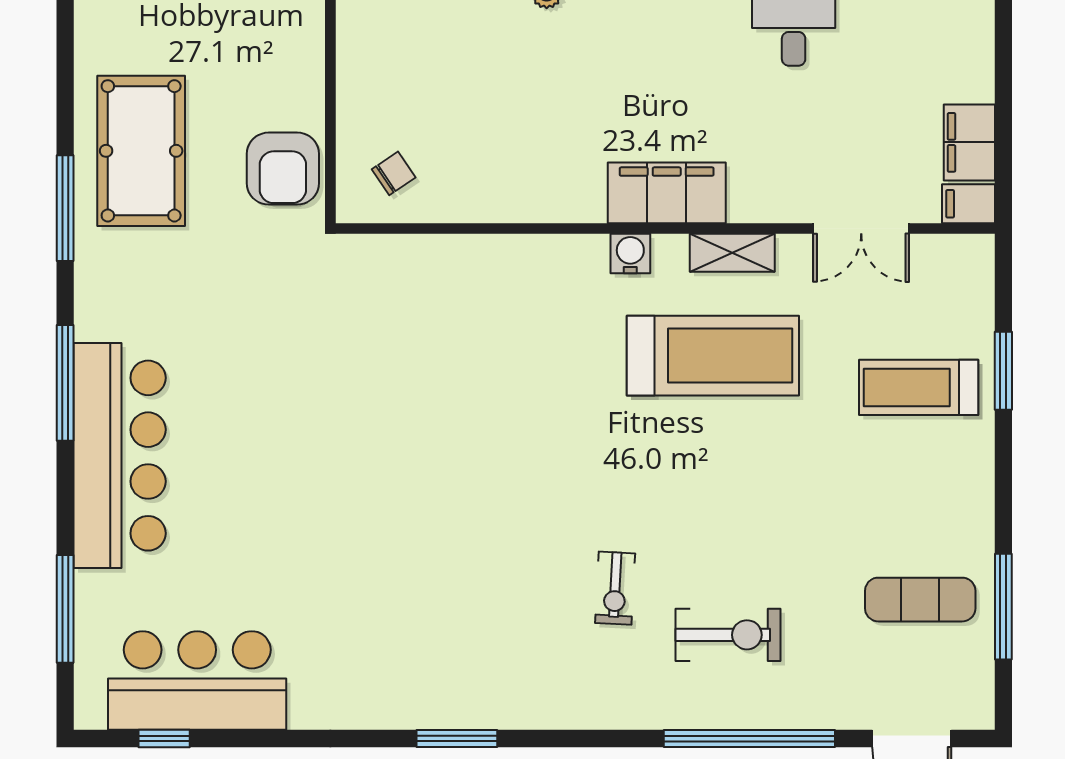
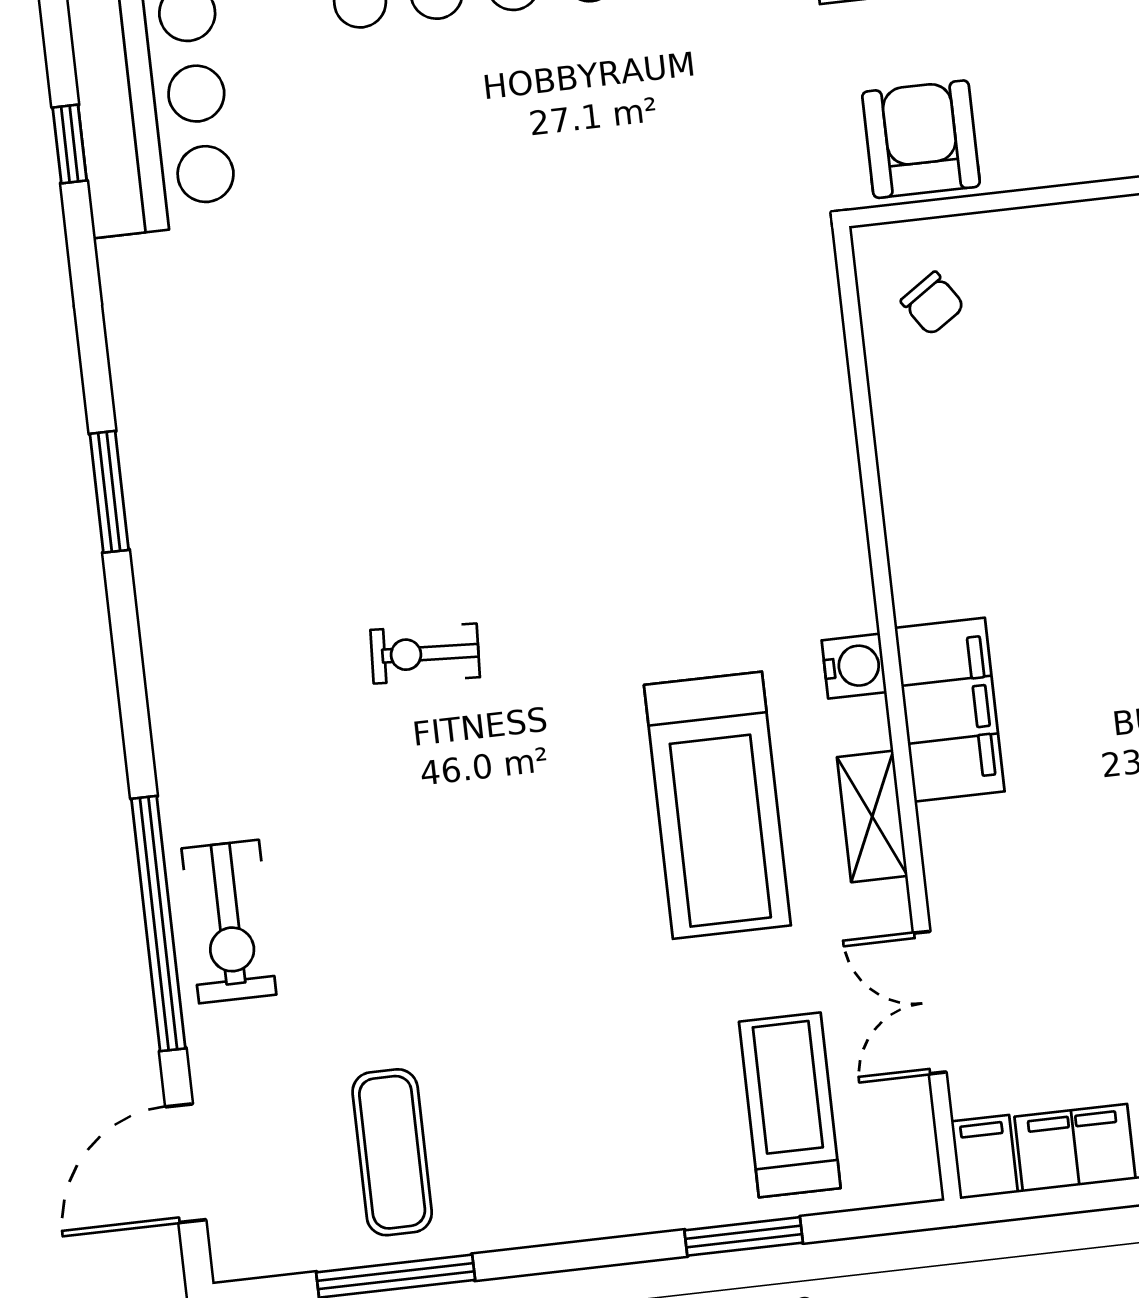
armchair: (283, 169) -> (921, 139), turned 90
treadmill: (919, 387) -> (790, 1105), moved
exercise bike: (615, 588) -> (425, 654), moved
exercise bike: (728, 635) -> (229, 922), moved
window: (164, 738) -> (70, 144), moved

